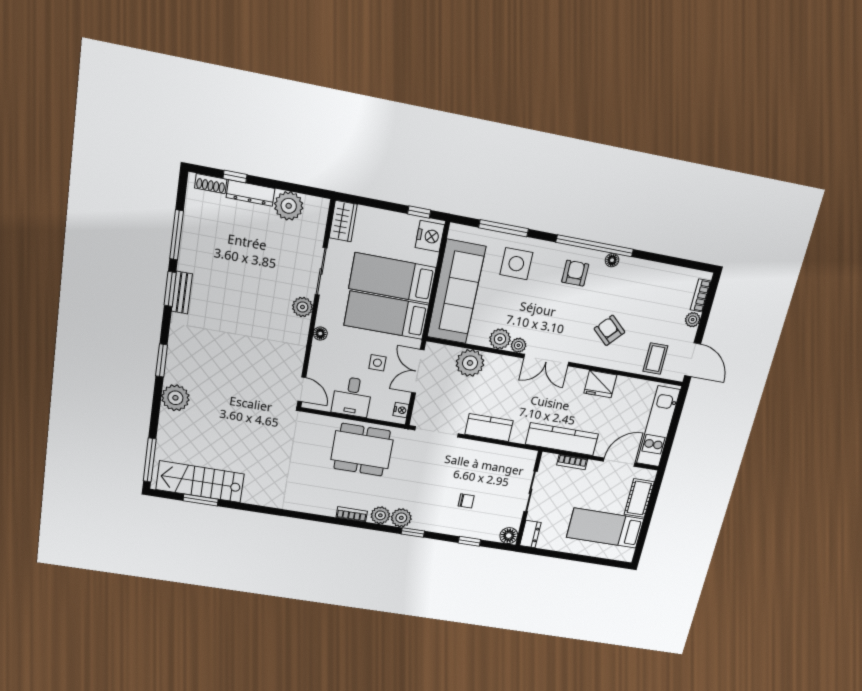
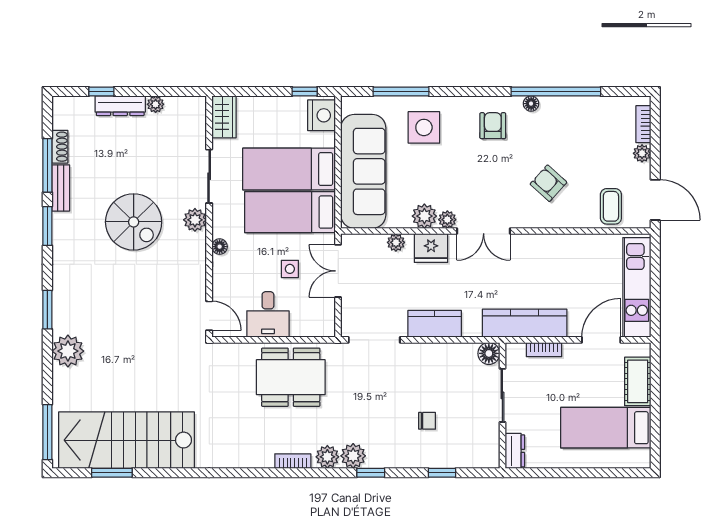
shoe rack: (211, 184) -> (60, 147), moved, turned -90
plant: (289, 206) -> (156, 104), width x0.53, depth x0.53
window: (595, 246) -> (556, 91), moved
bench: (182, 293) -> (61, 188), moved
spiral stairs: (248, 299) -> (134, 222), added
plant: (470, 363) -> (396, 242), width x0.53, depth x0.53
fridge: (600, 384) -> (431, 248), moved
nightstand: (401, 410) -> (327, 321), removed
stairs: (200, 482) -> (127, 440), width x1.36, depth x1.51
floor lamp: (509, 536) -> (489, 353), moved

